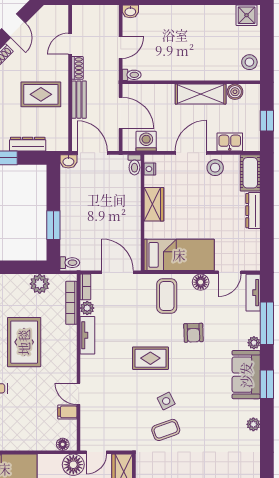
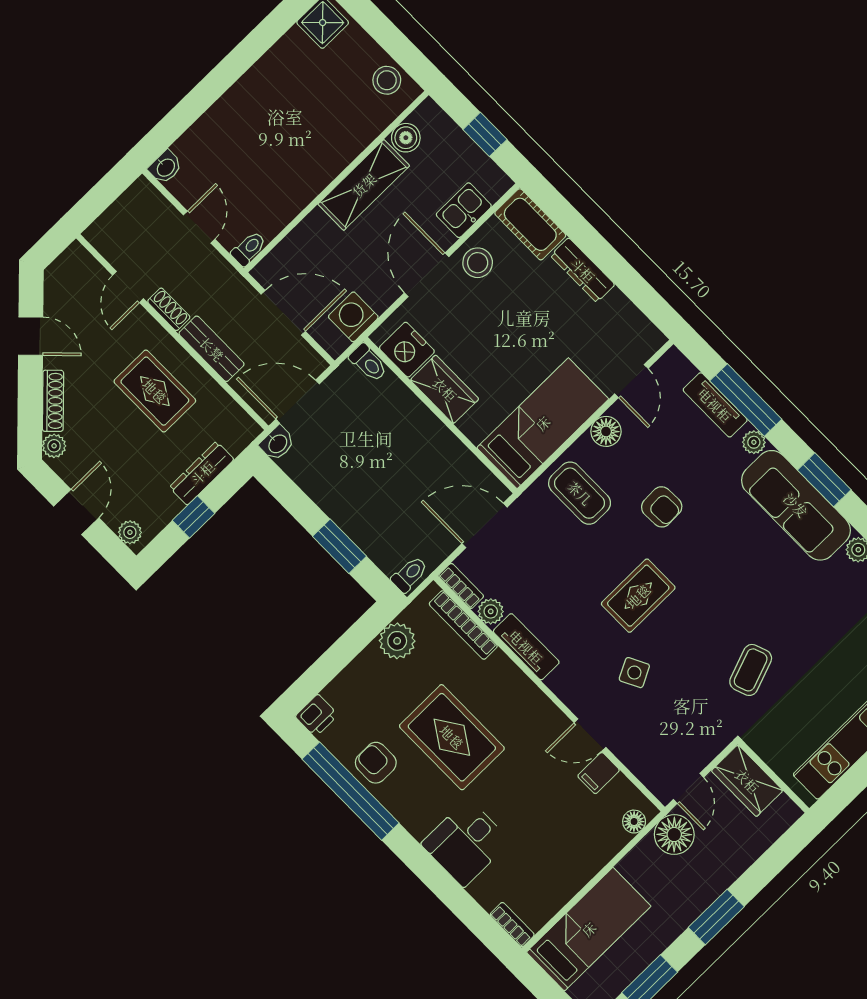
rug: (41, 94) -> (155, 391), turned 90
nightstand: (150, 169) -> (407, 350), width x1.89, depth x1.79
tv unit: (253, 293) -> (715, 405), moved
sofa: (246, 375) -> (796, 505), width x1.36
side table: (166, 401) -> (634, 673), moved

